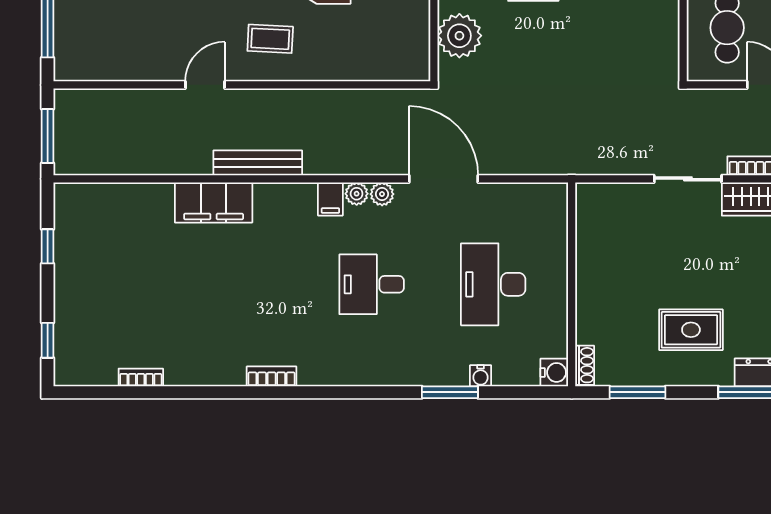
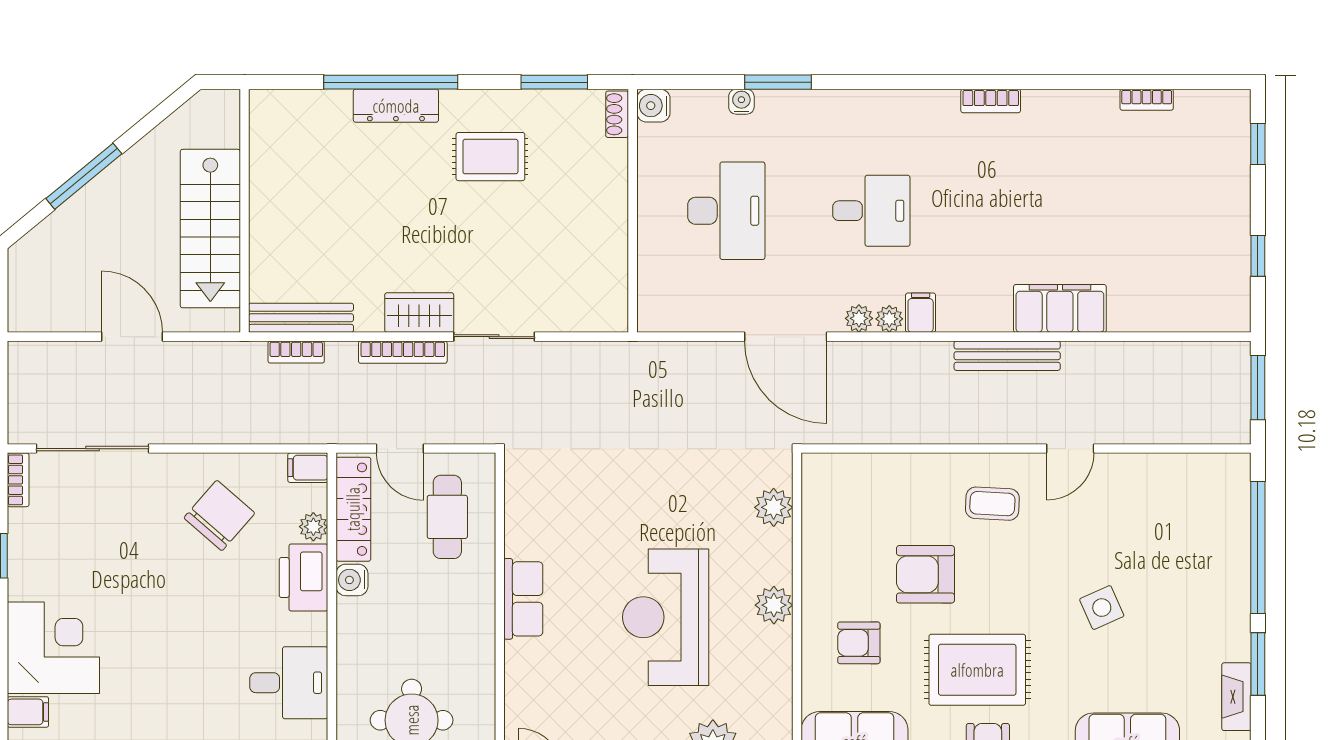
plant: (459, 36) -> (774, 507), width x0.73, depth x0.73

